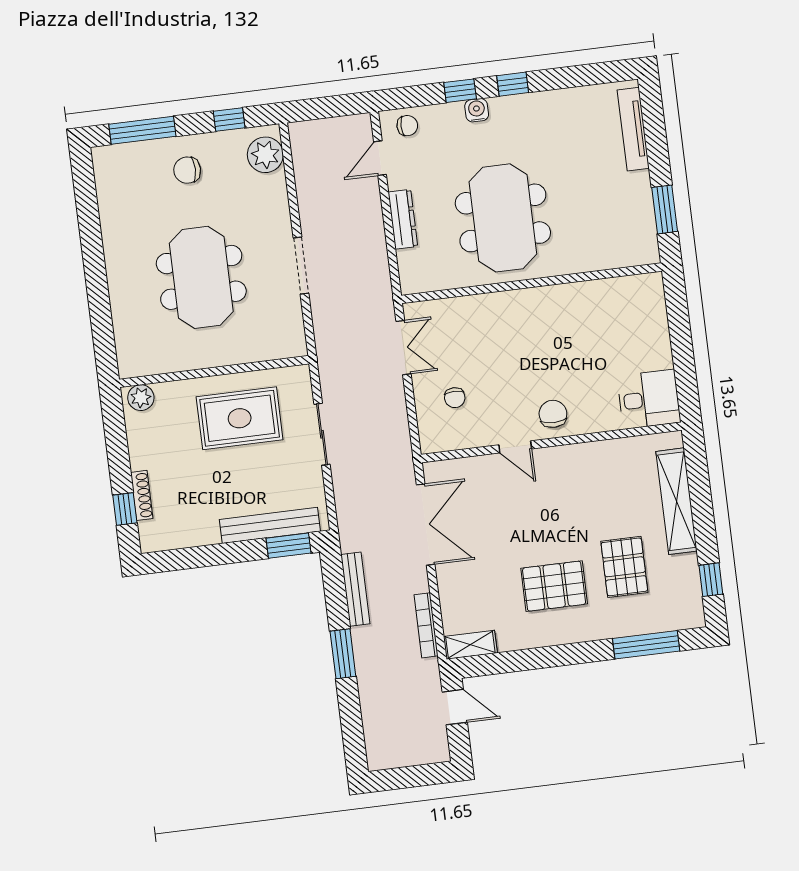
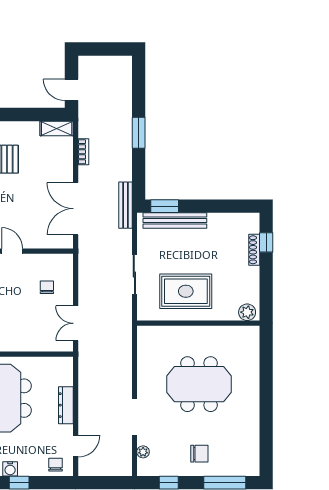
chair: (407, 126) -> (56, 465), turned 90
plant: (265, 155) -> (143, 452), width x0.53, depth x0.53
doorway: (301, 266) -> (134, 417), moved
meeting table: (201, 277) -> (199, 384), turned 90
bench: (355, 589) -> (125, 205), moved
bookcase: (426, 625) -> (83, 152), width x0.64

